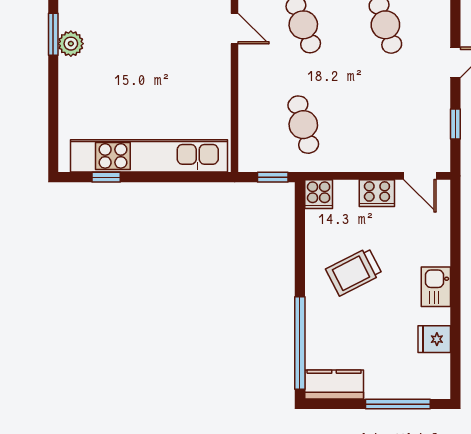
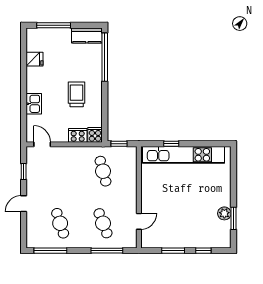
door: (235, 29) -> (139, 221), swing flipped
window: (106, 177) -> (171, 144), moved
cooker: (377, 193) -> (78, 135), moved
trolley: (354, 272) -> (77, 94), turned -63
kitchen sink: (436, 287) -> (34, 104), moved

